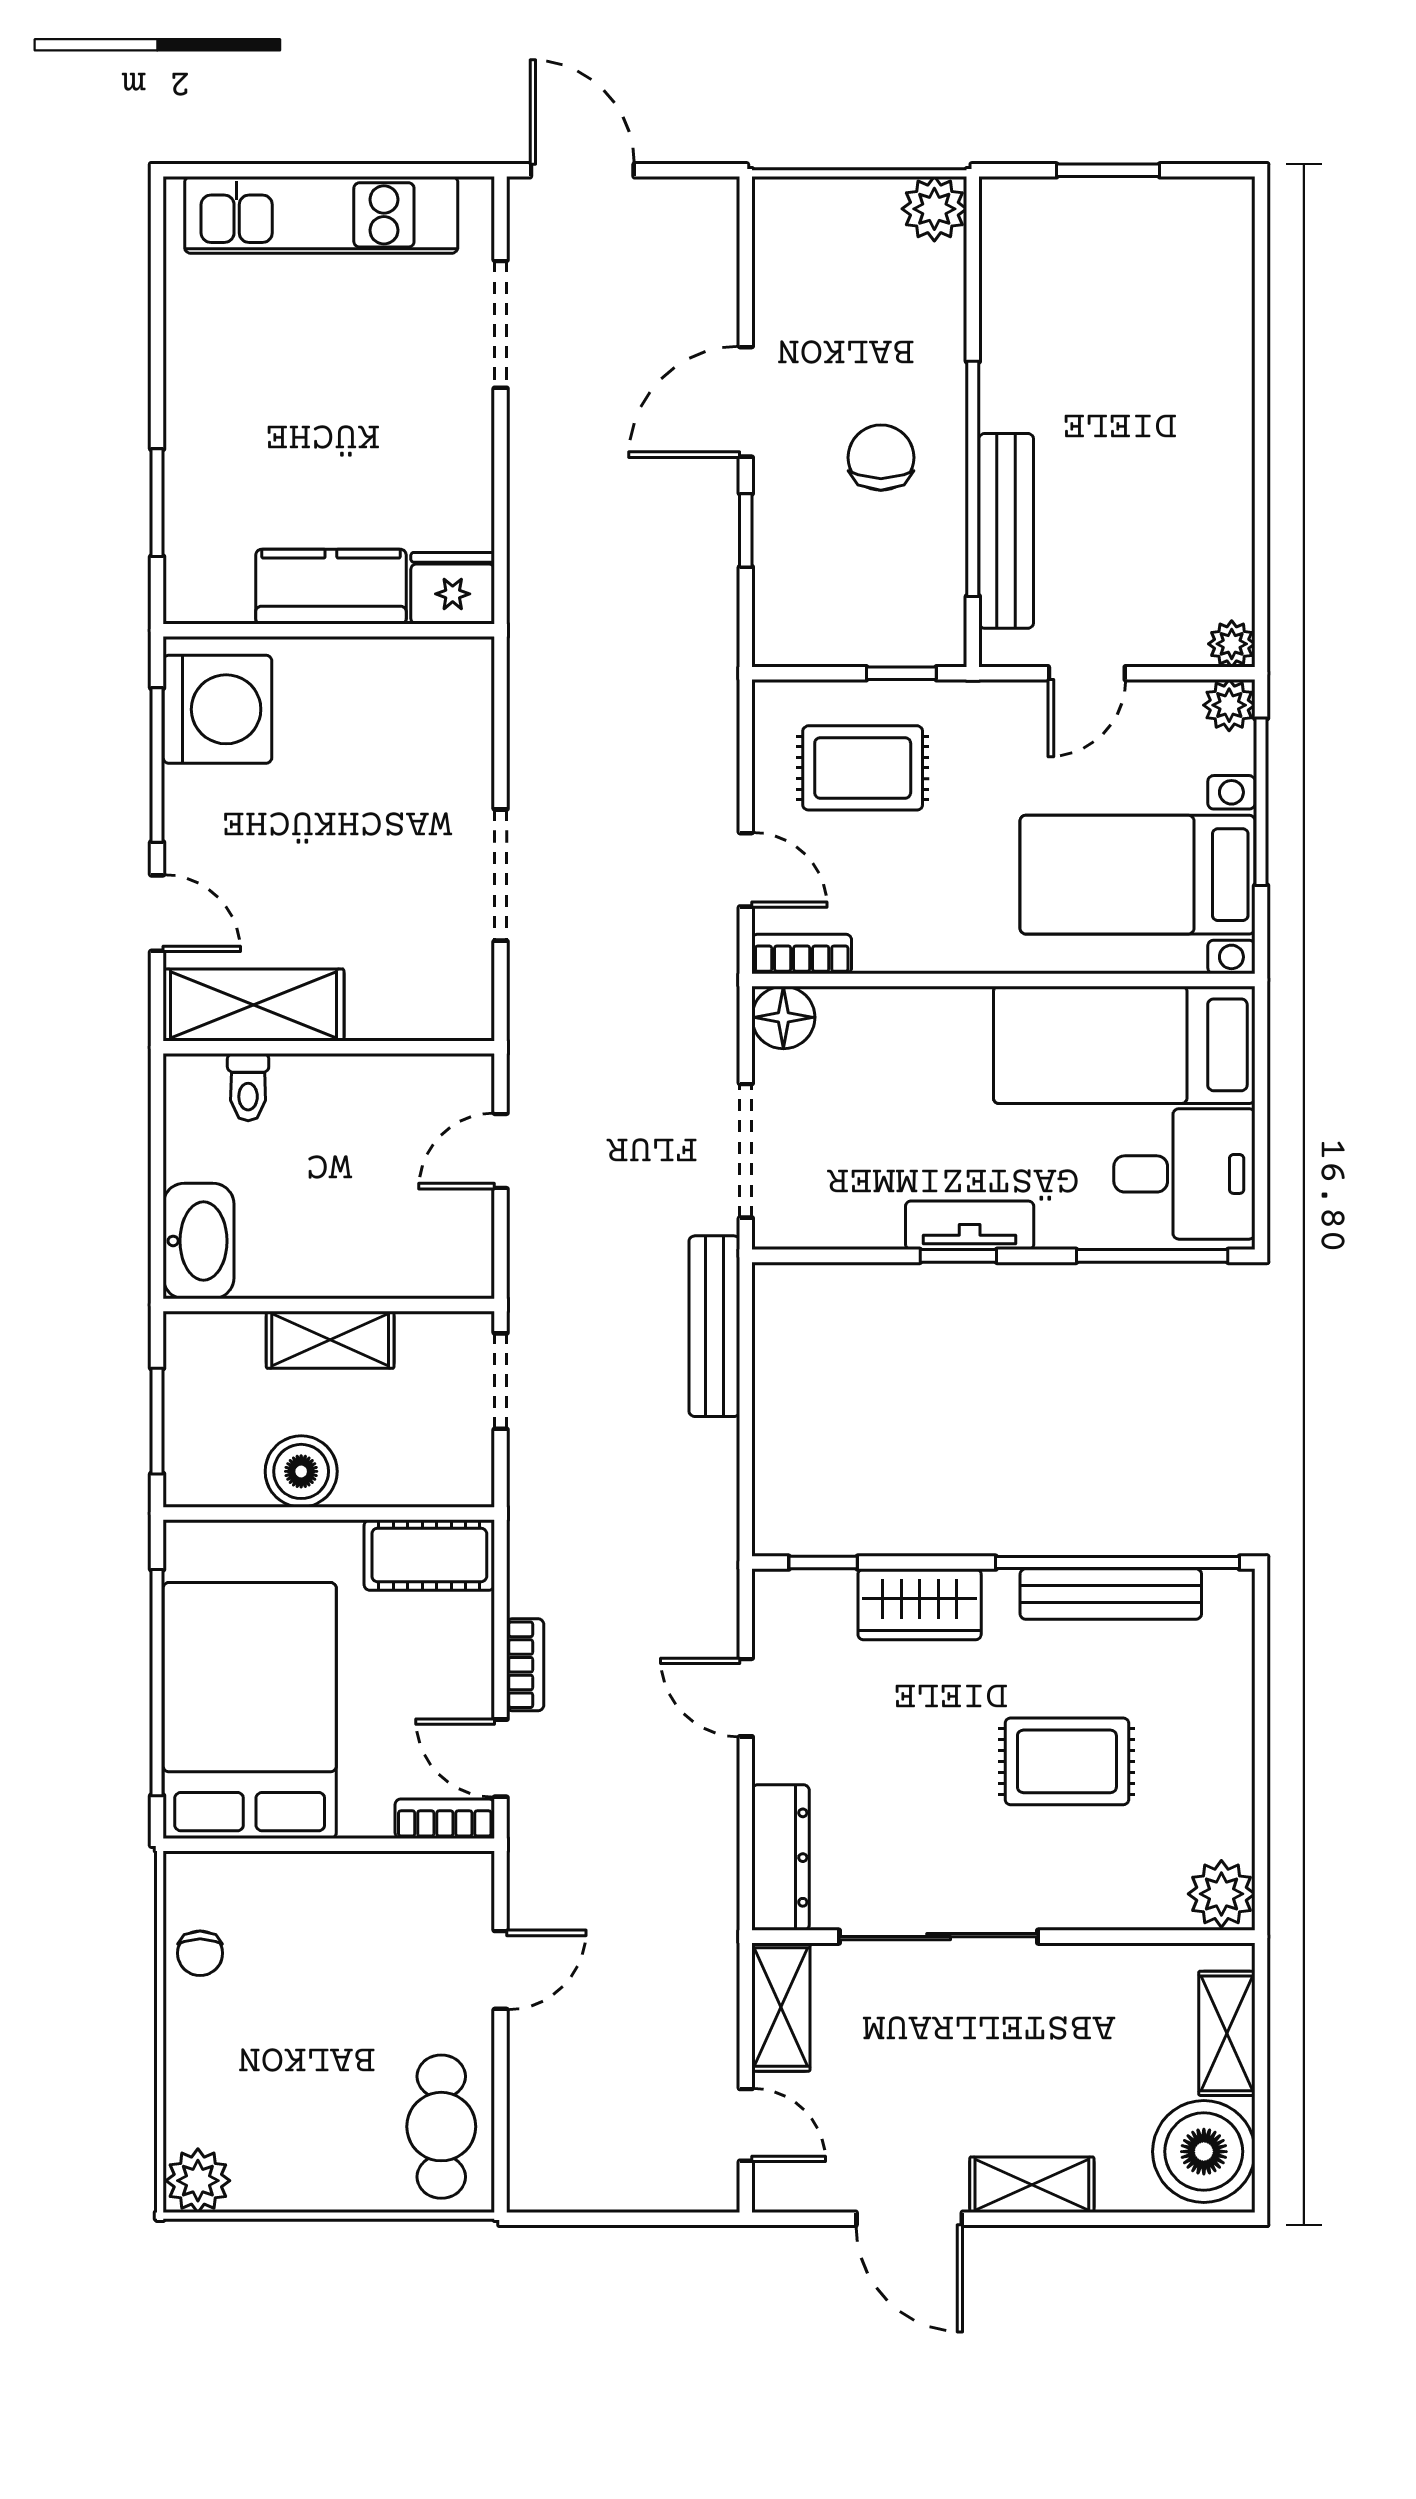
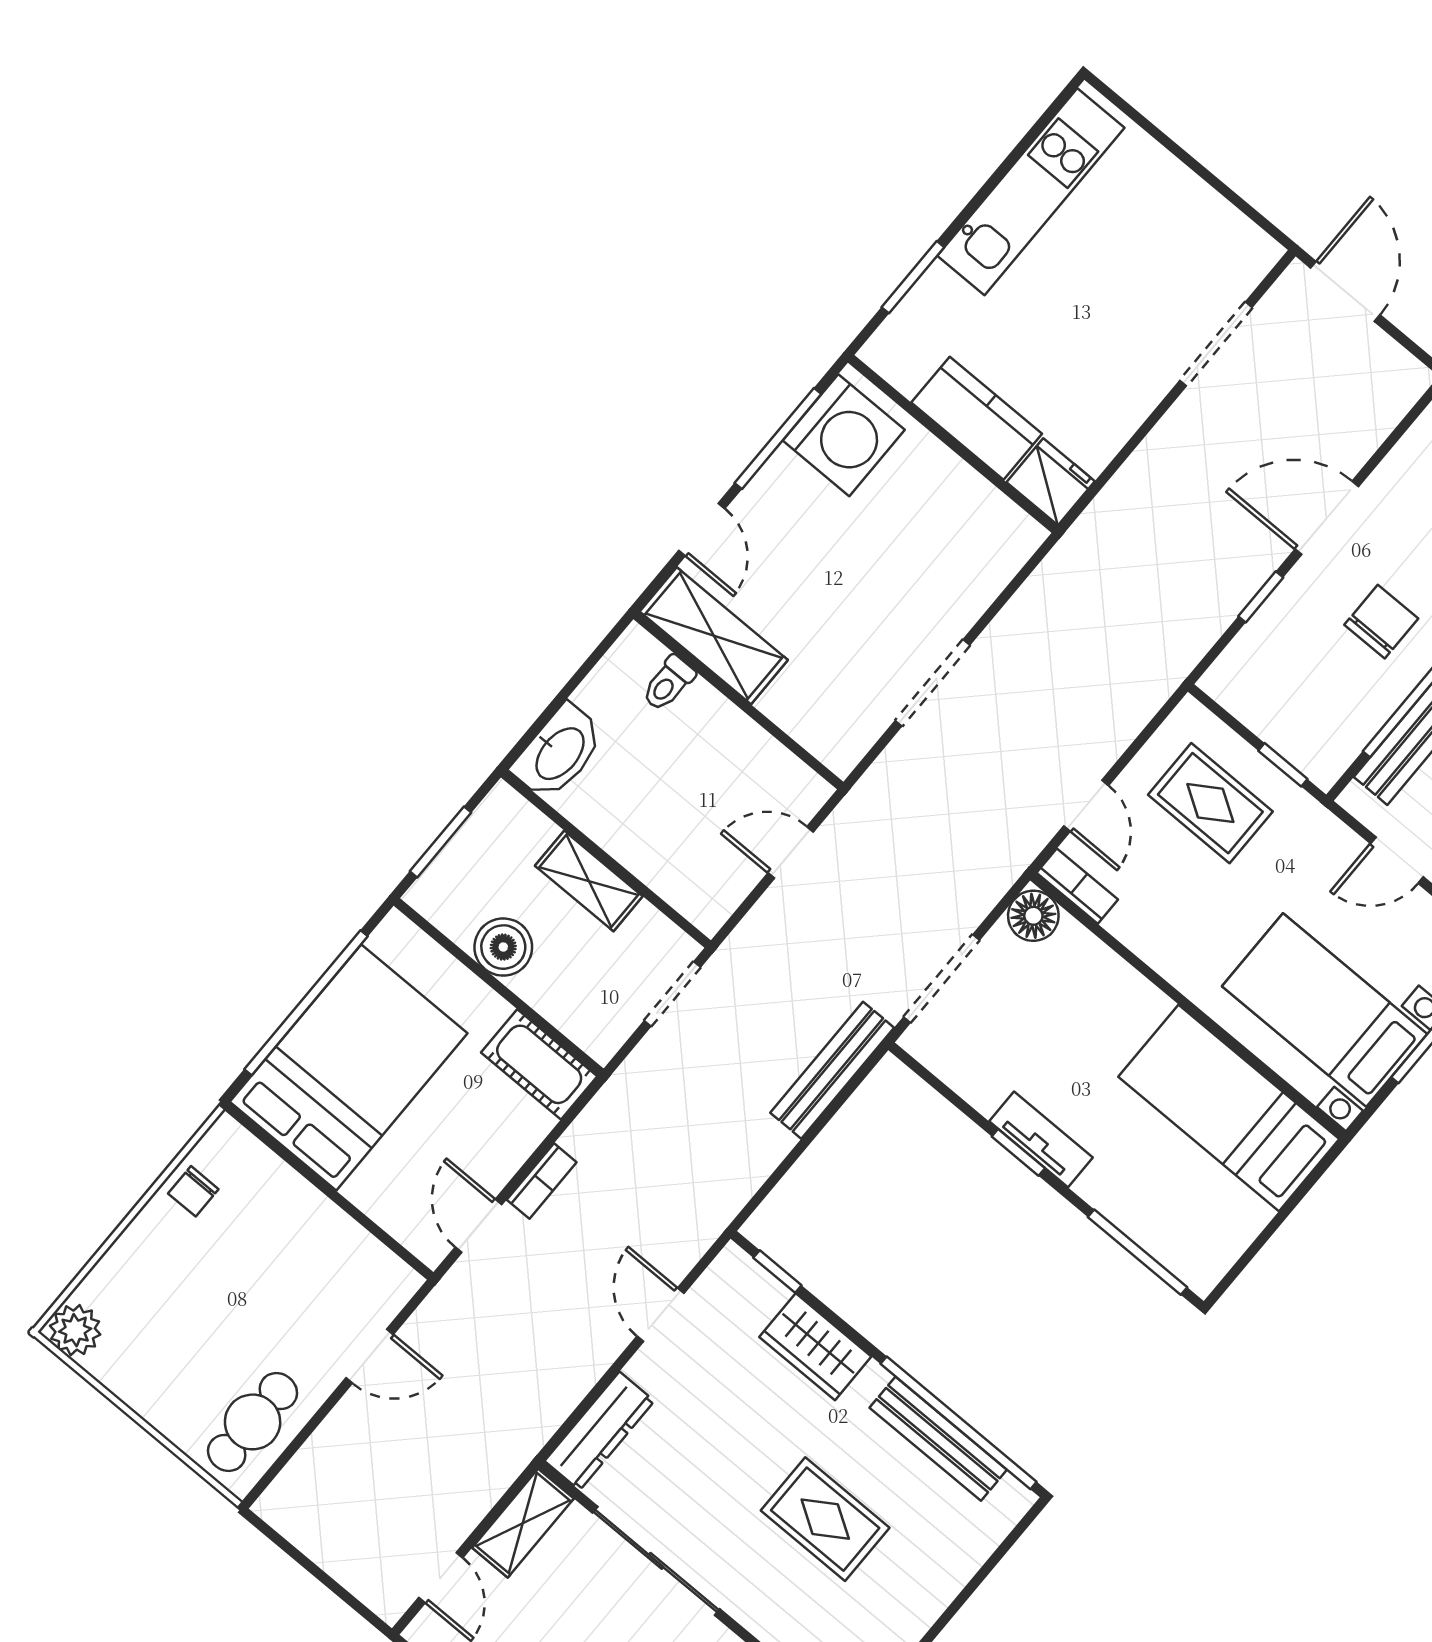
kitchen unit: (321, 215) -> (1031, 192), moved, turned -90
desk: (1184, 1174) -> (1200, 1218), removed
bookcase: (445, 1819) -> (413, 1234), removed

